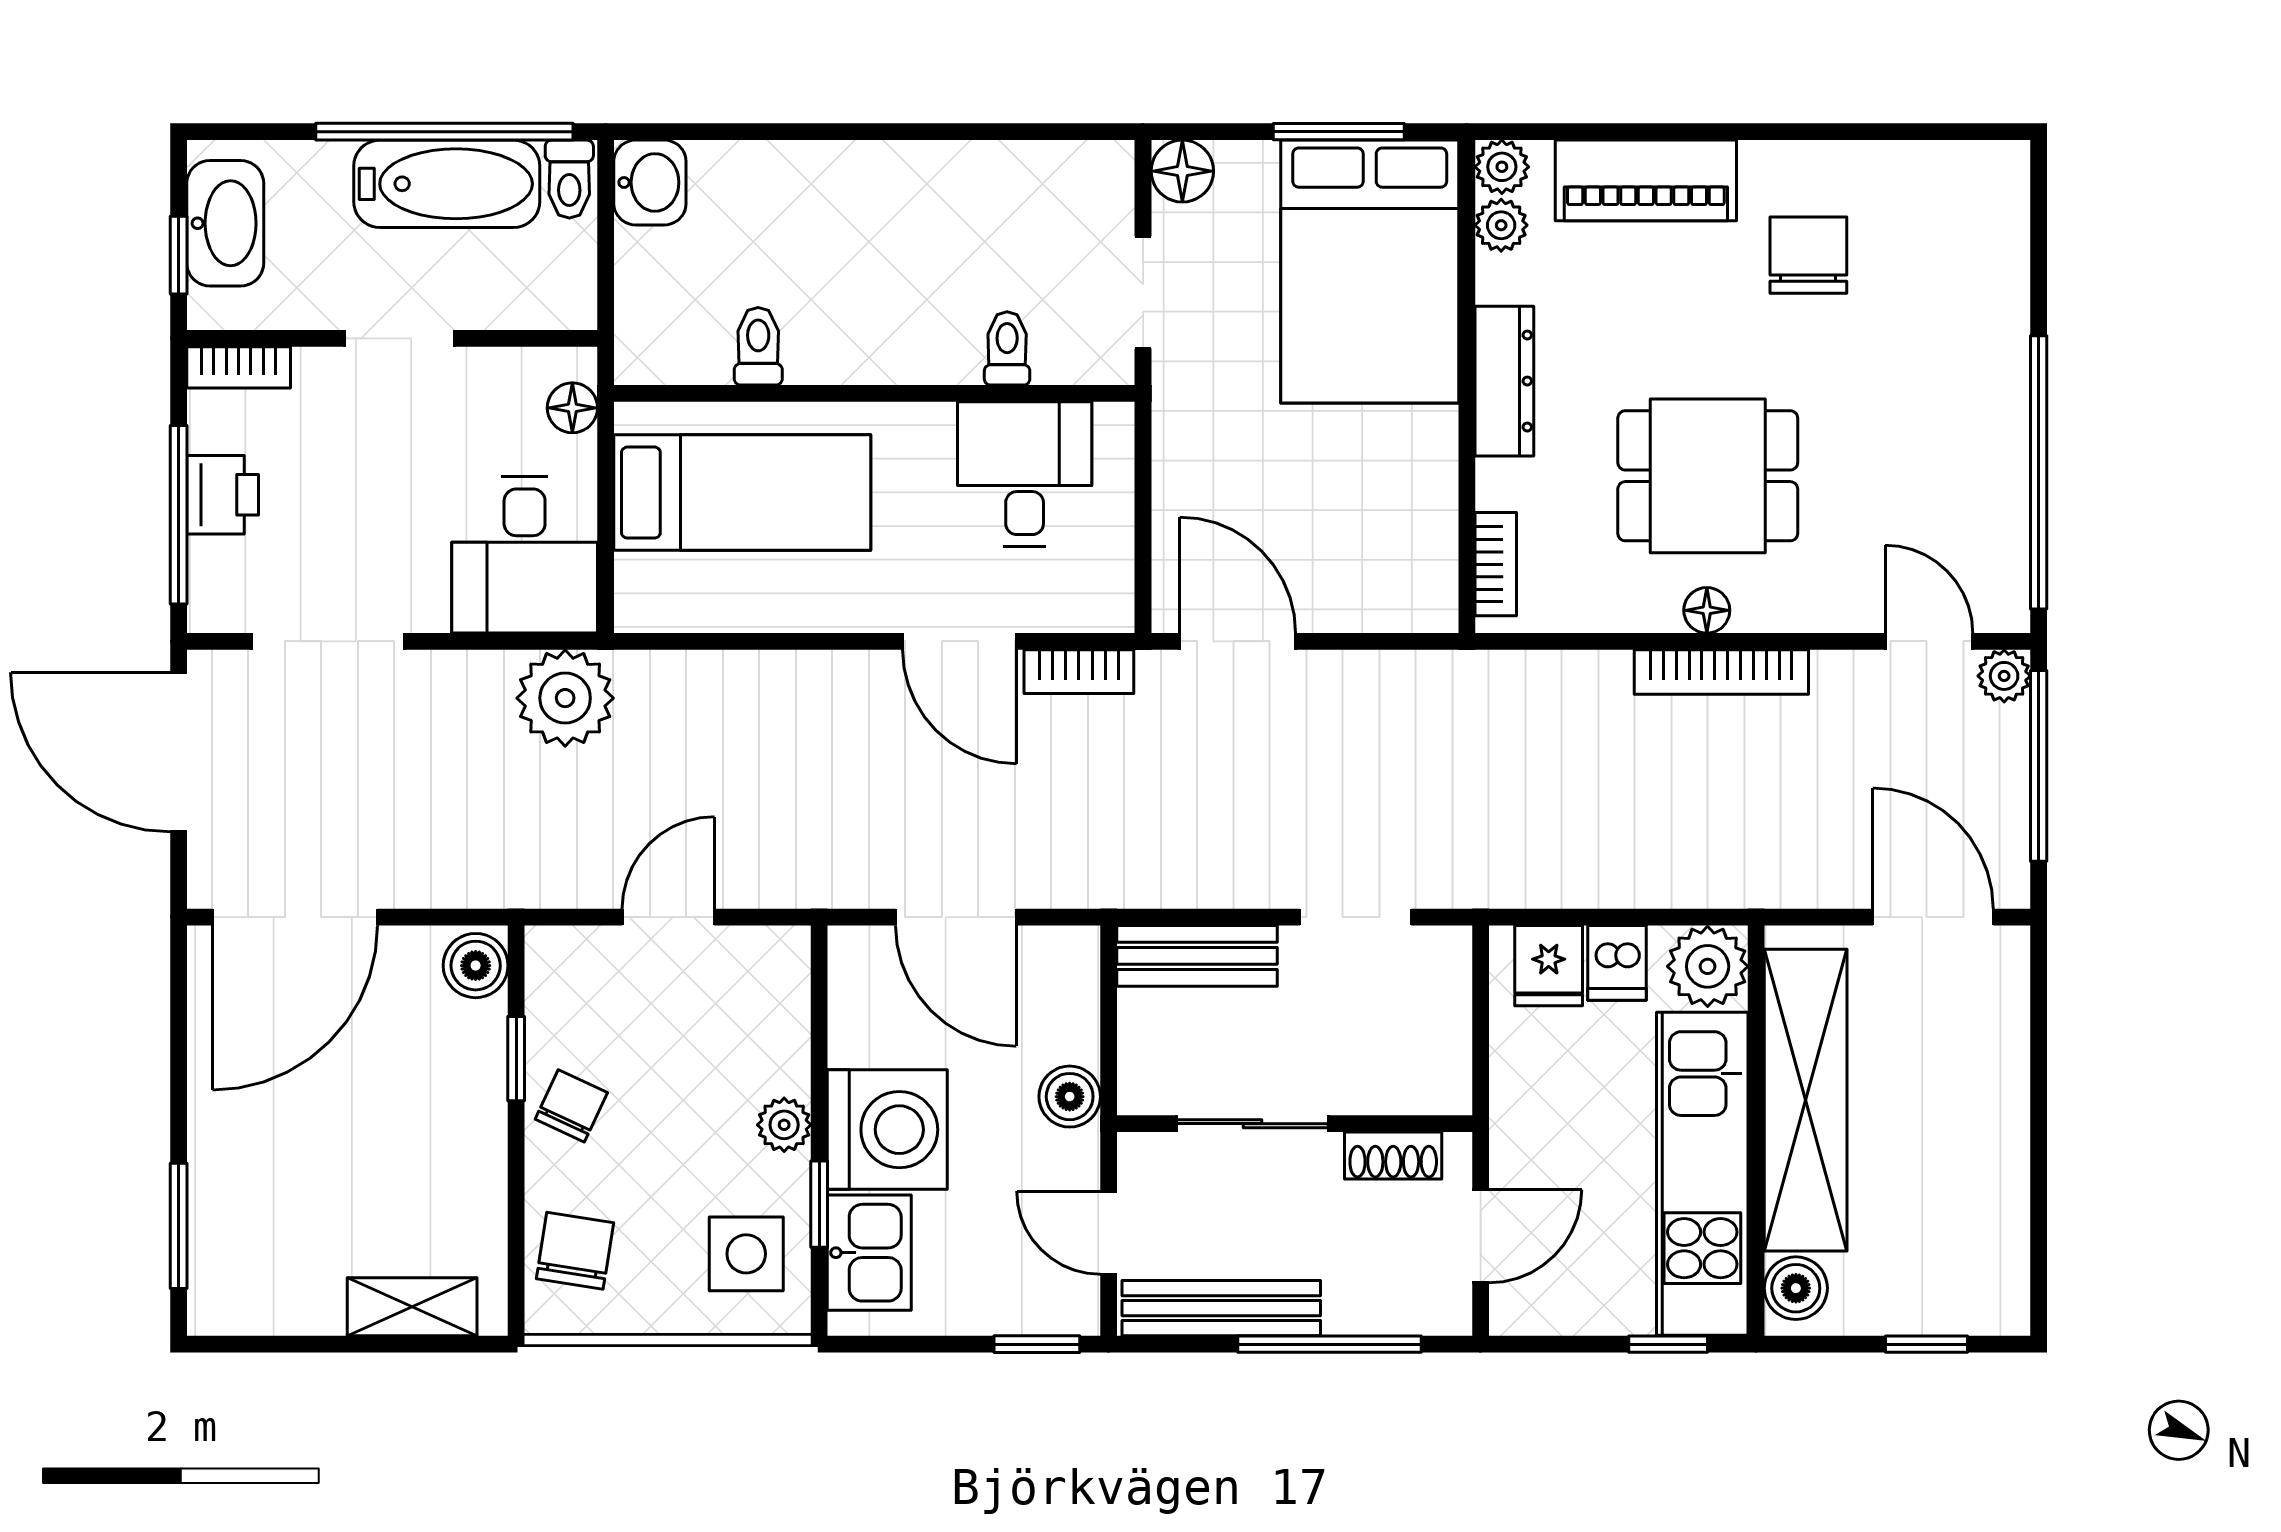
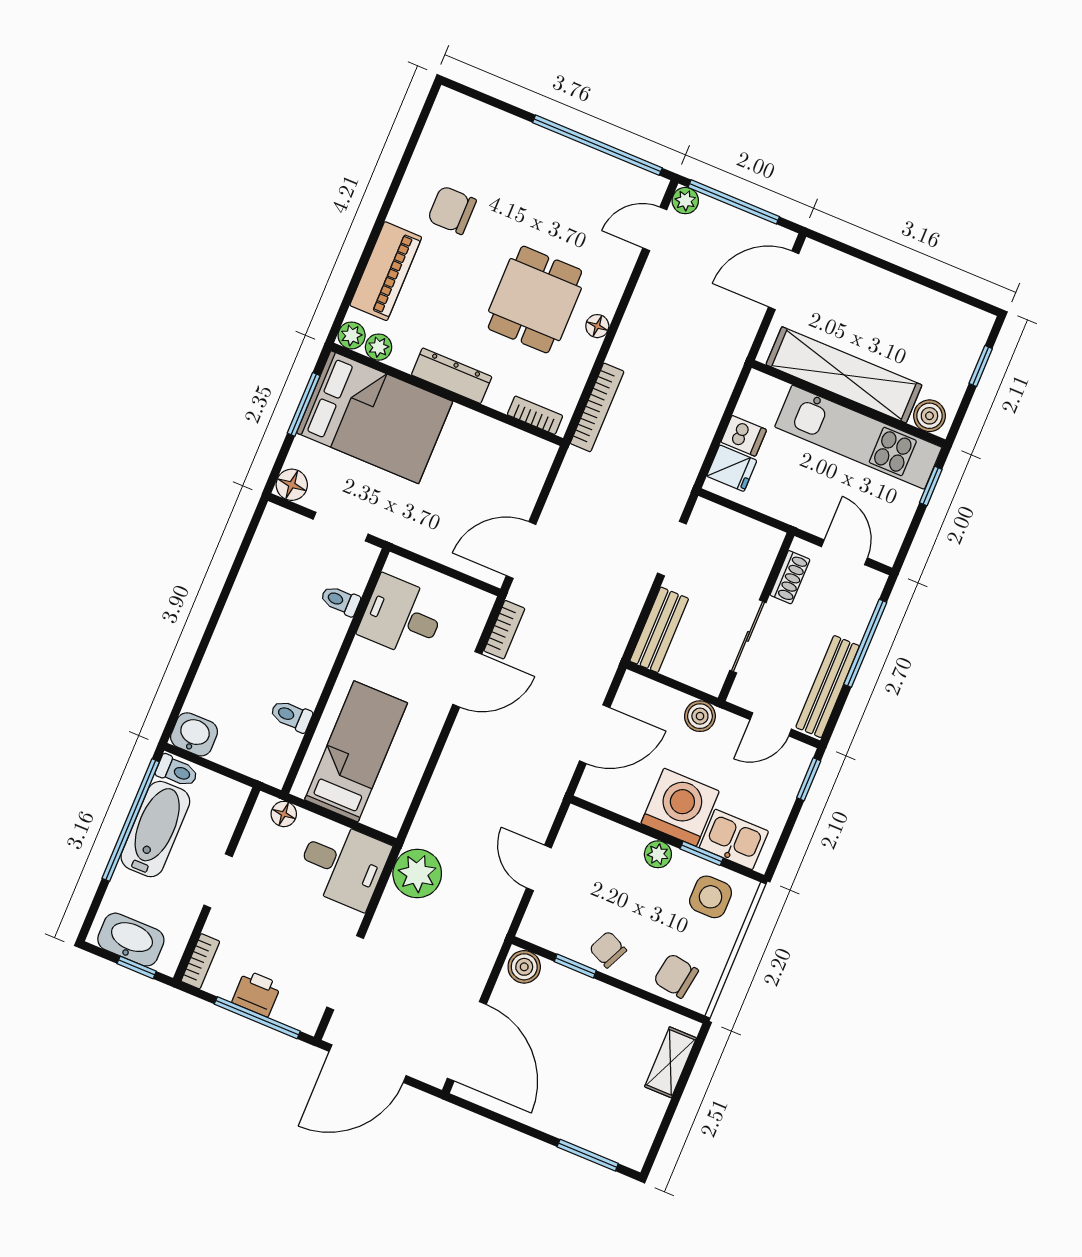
bookcase: (1721, 672) -> (597, 407), moved
plant: (1708, 966) -> (763, 395), removed

